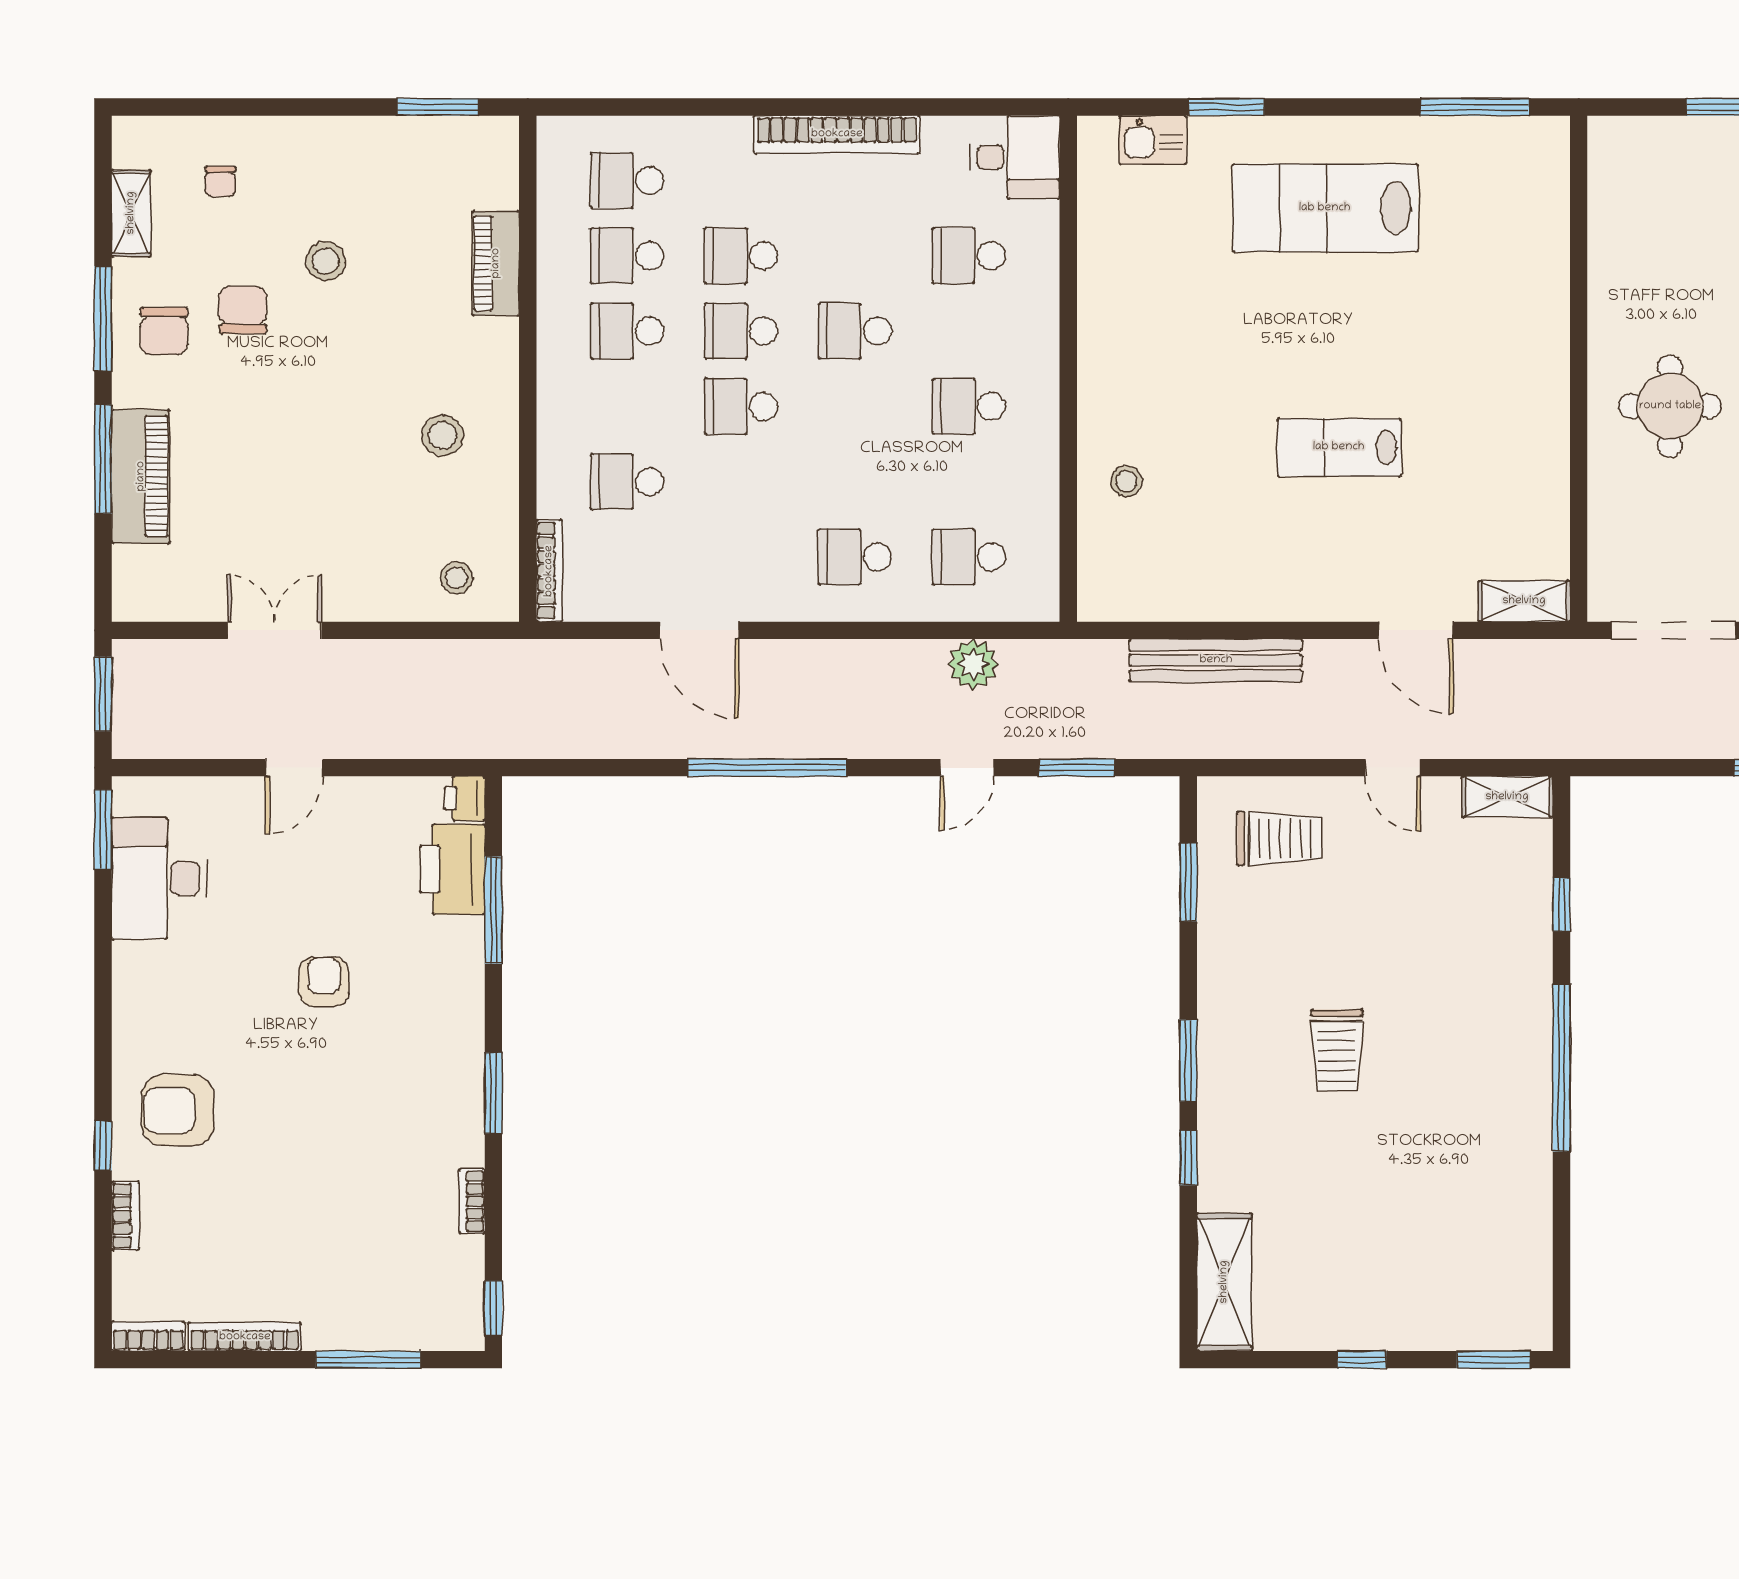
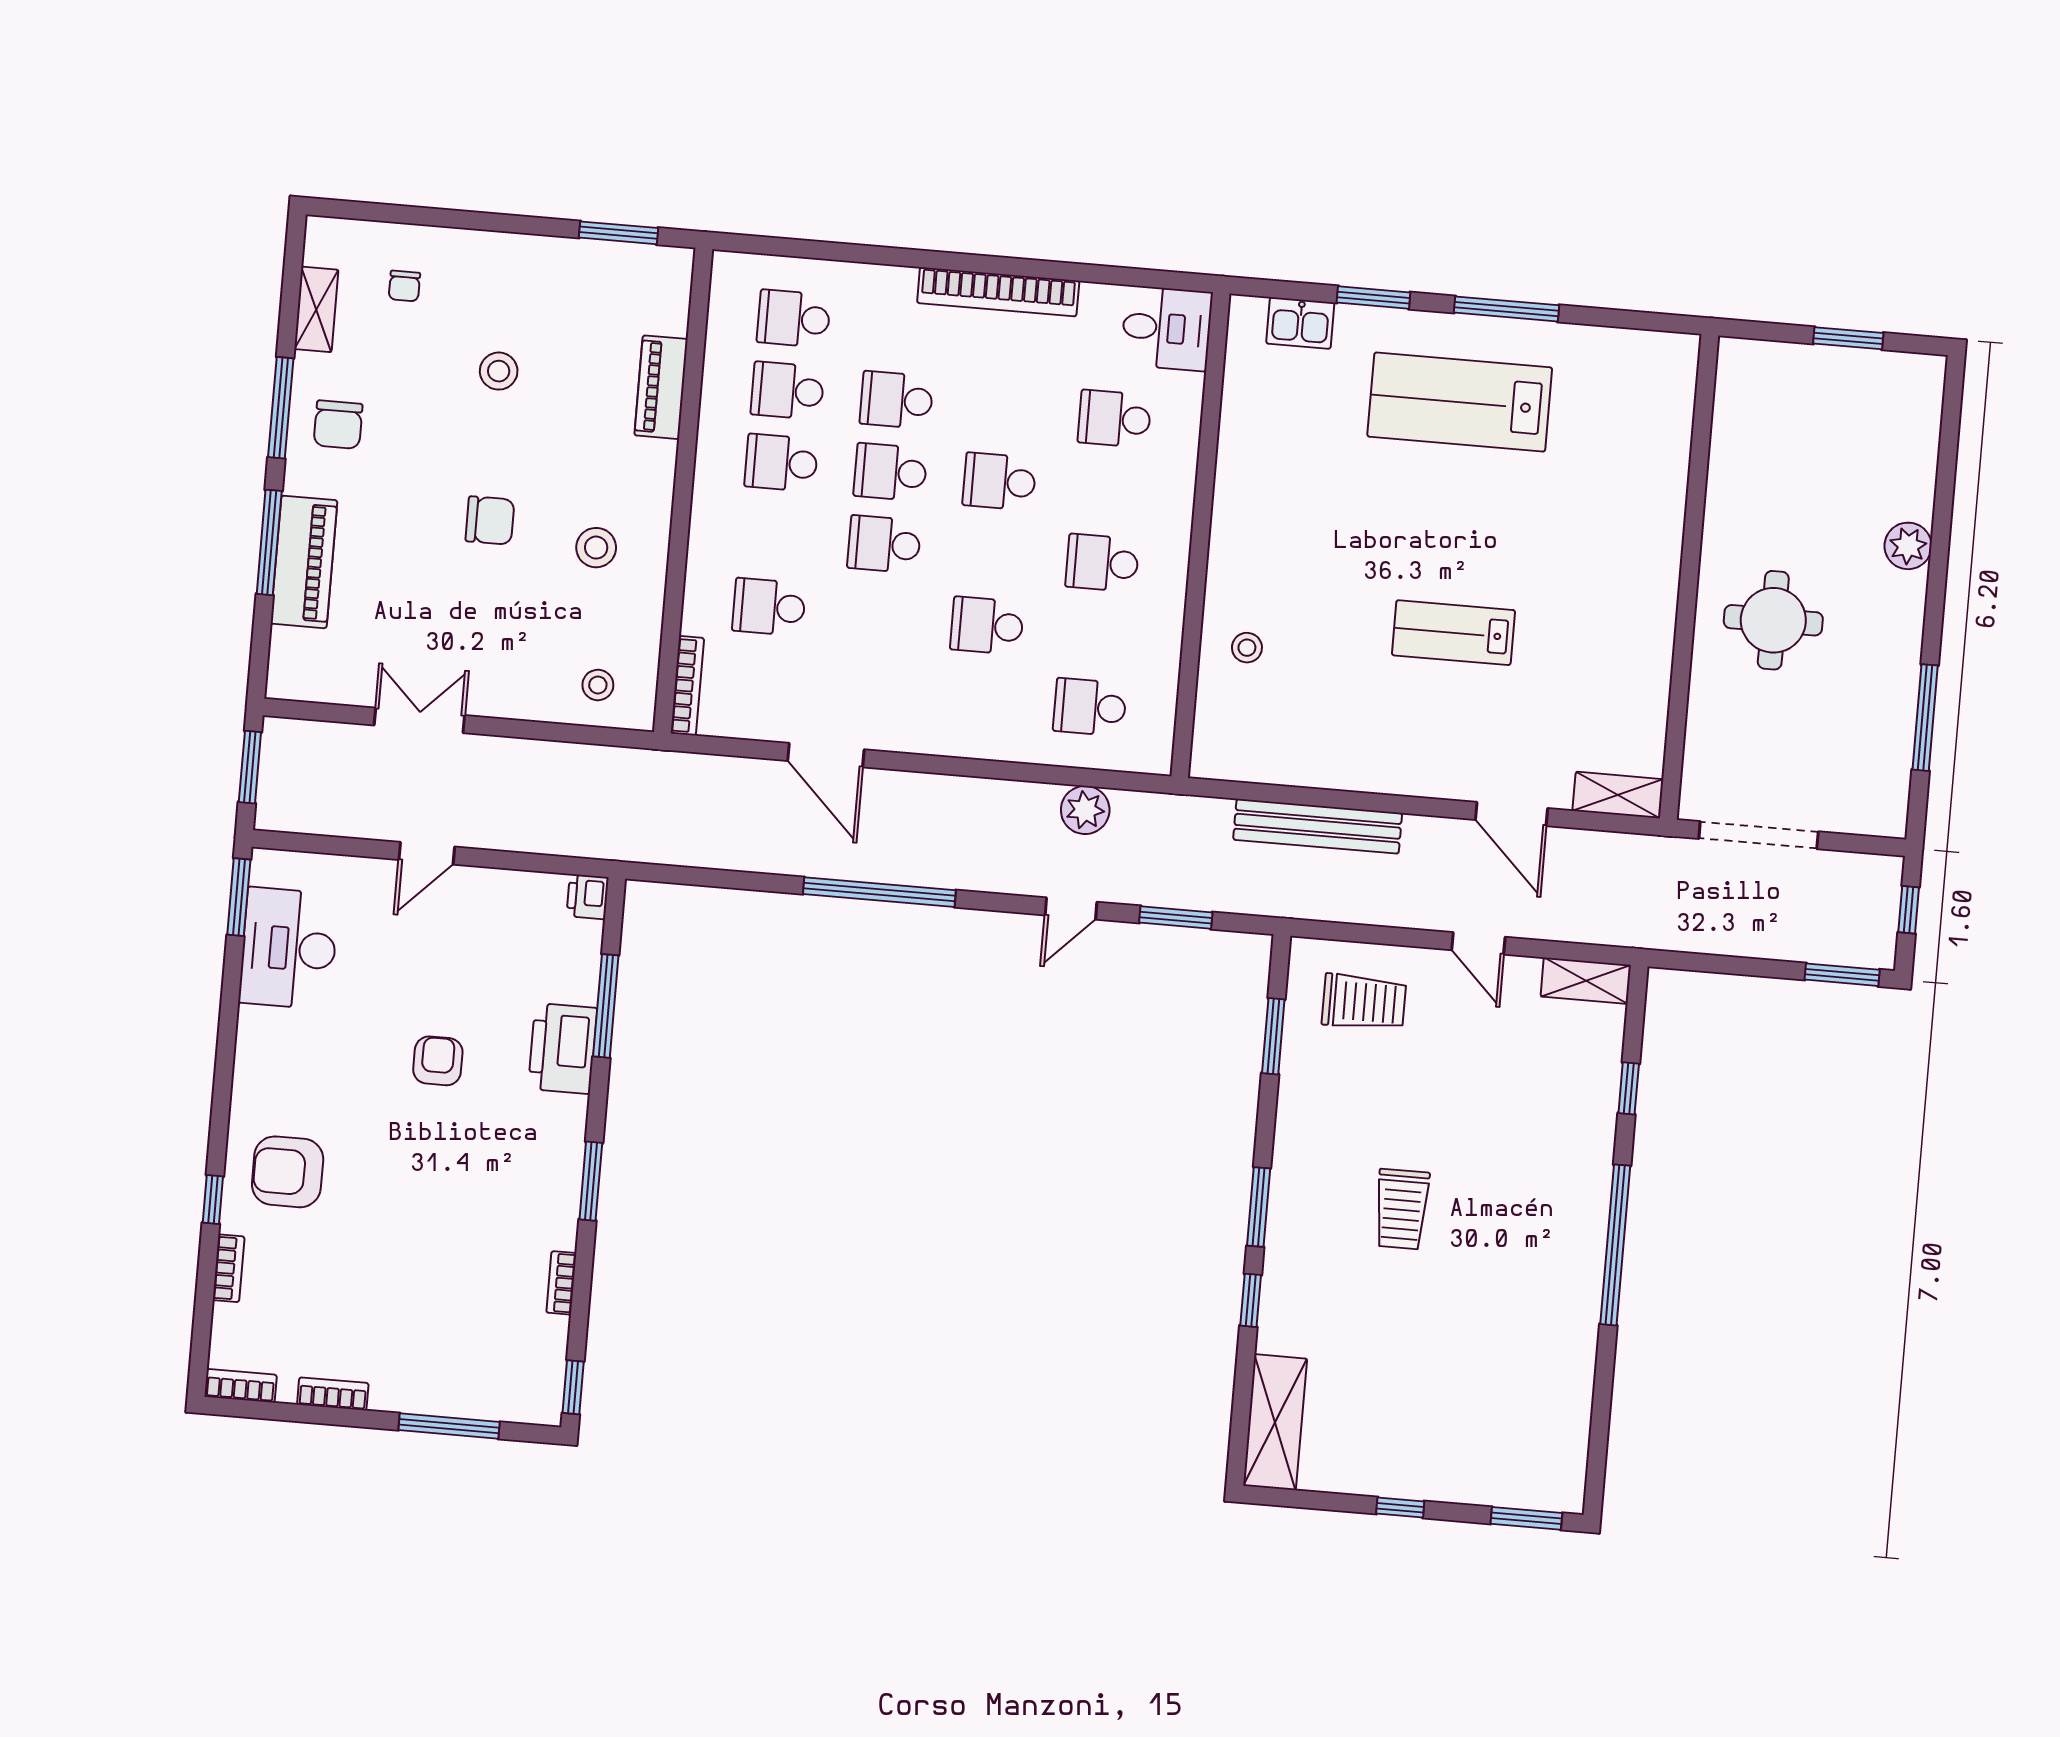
window: (1475, 107) -> (1507, 309), moved
chair: (243, 310) -> (490, 520), moved, turned 90
school desk: (855, 557) -> (987, 626), moved
printer: (452, 869) -> (563, 1048), moved
bookcase: (245, 1337) -> (333, 1394), width x0.64

